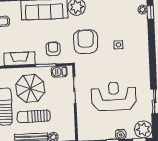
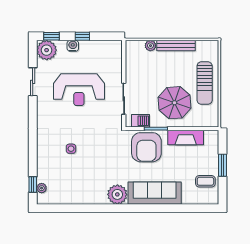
armchair: (86, 42) -> (109, 154), removed
armchair: (53, 49) -> (146, 147), width x1.88, depth x1.88
sun lounger: (34, 116) -> (172, 70), removed

